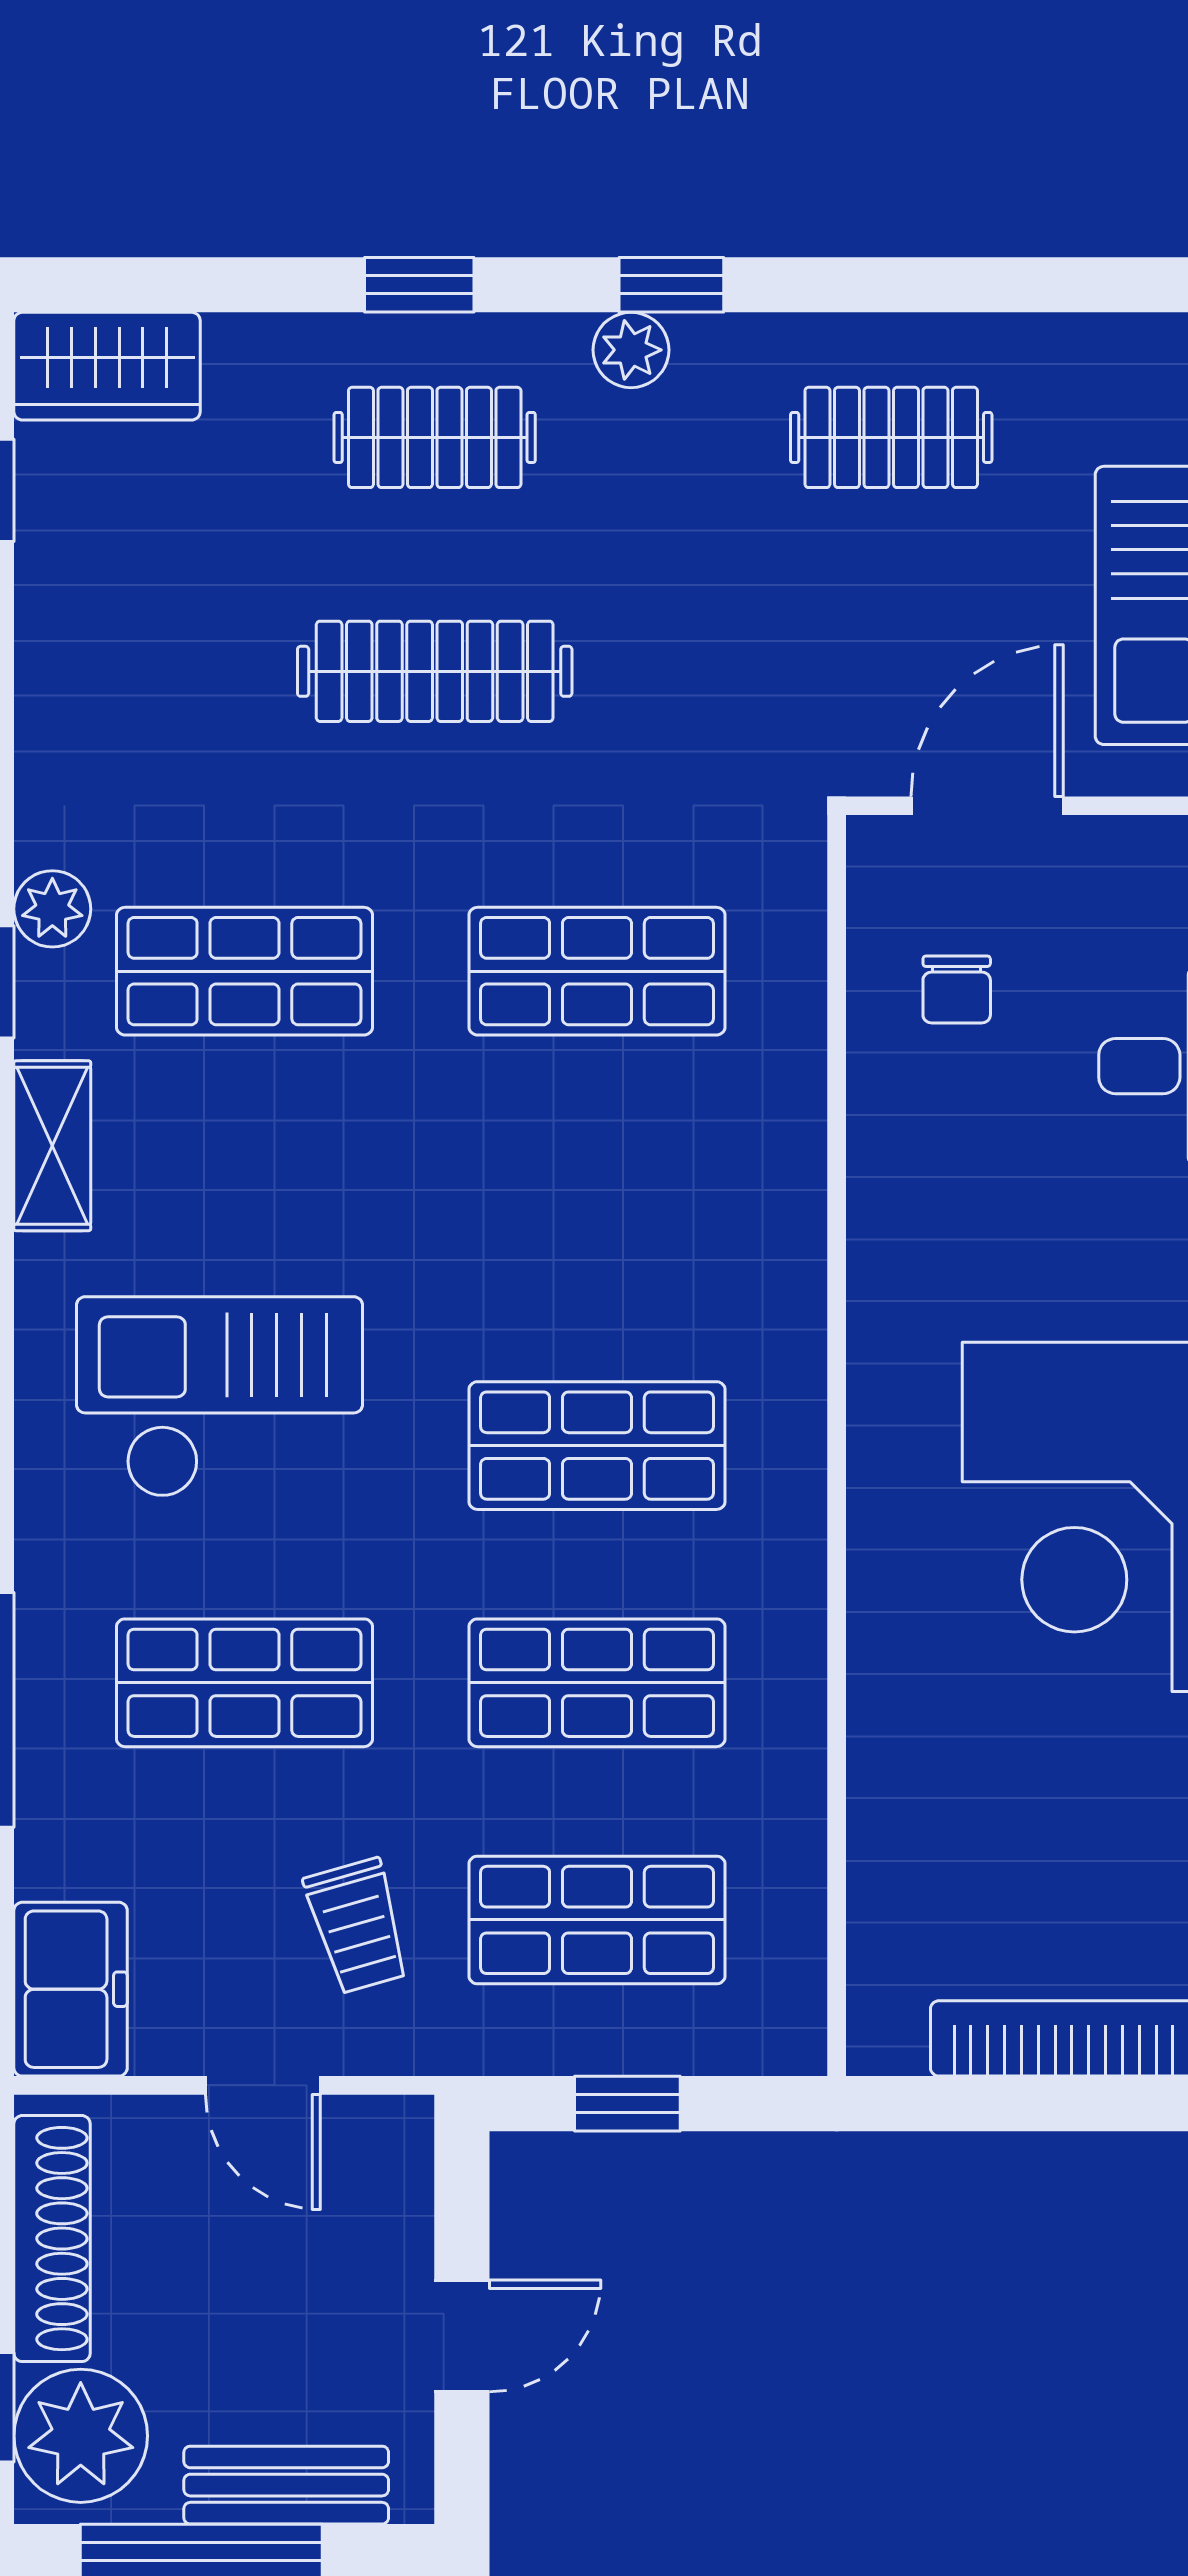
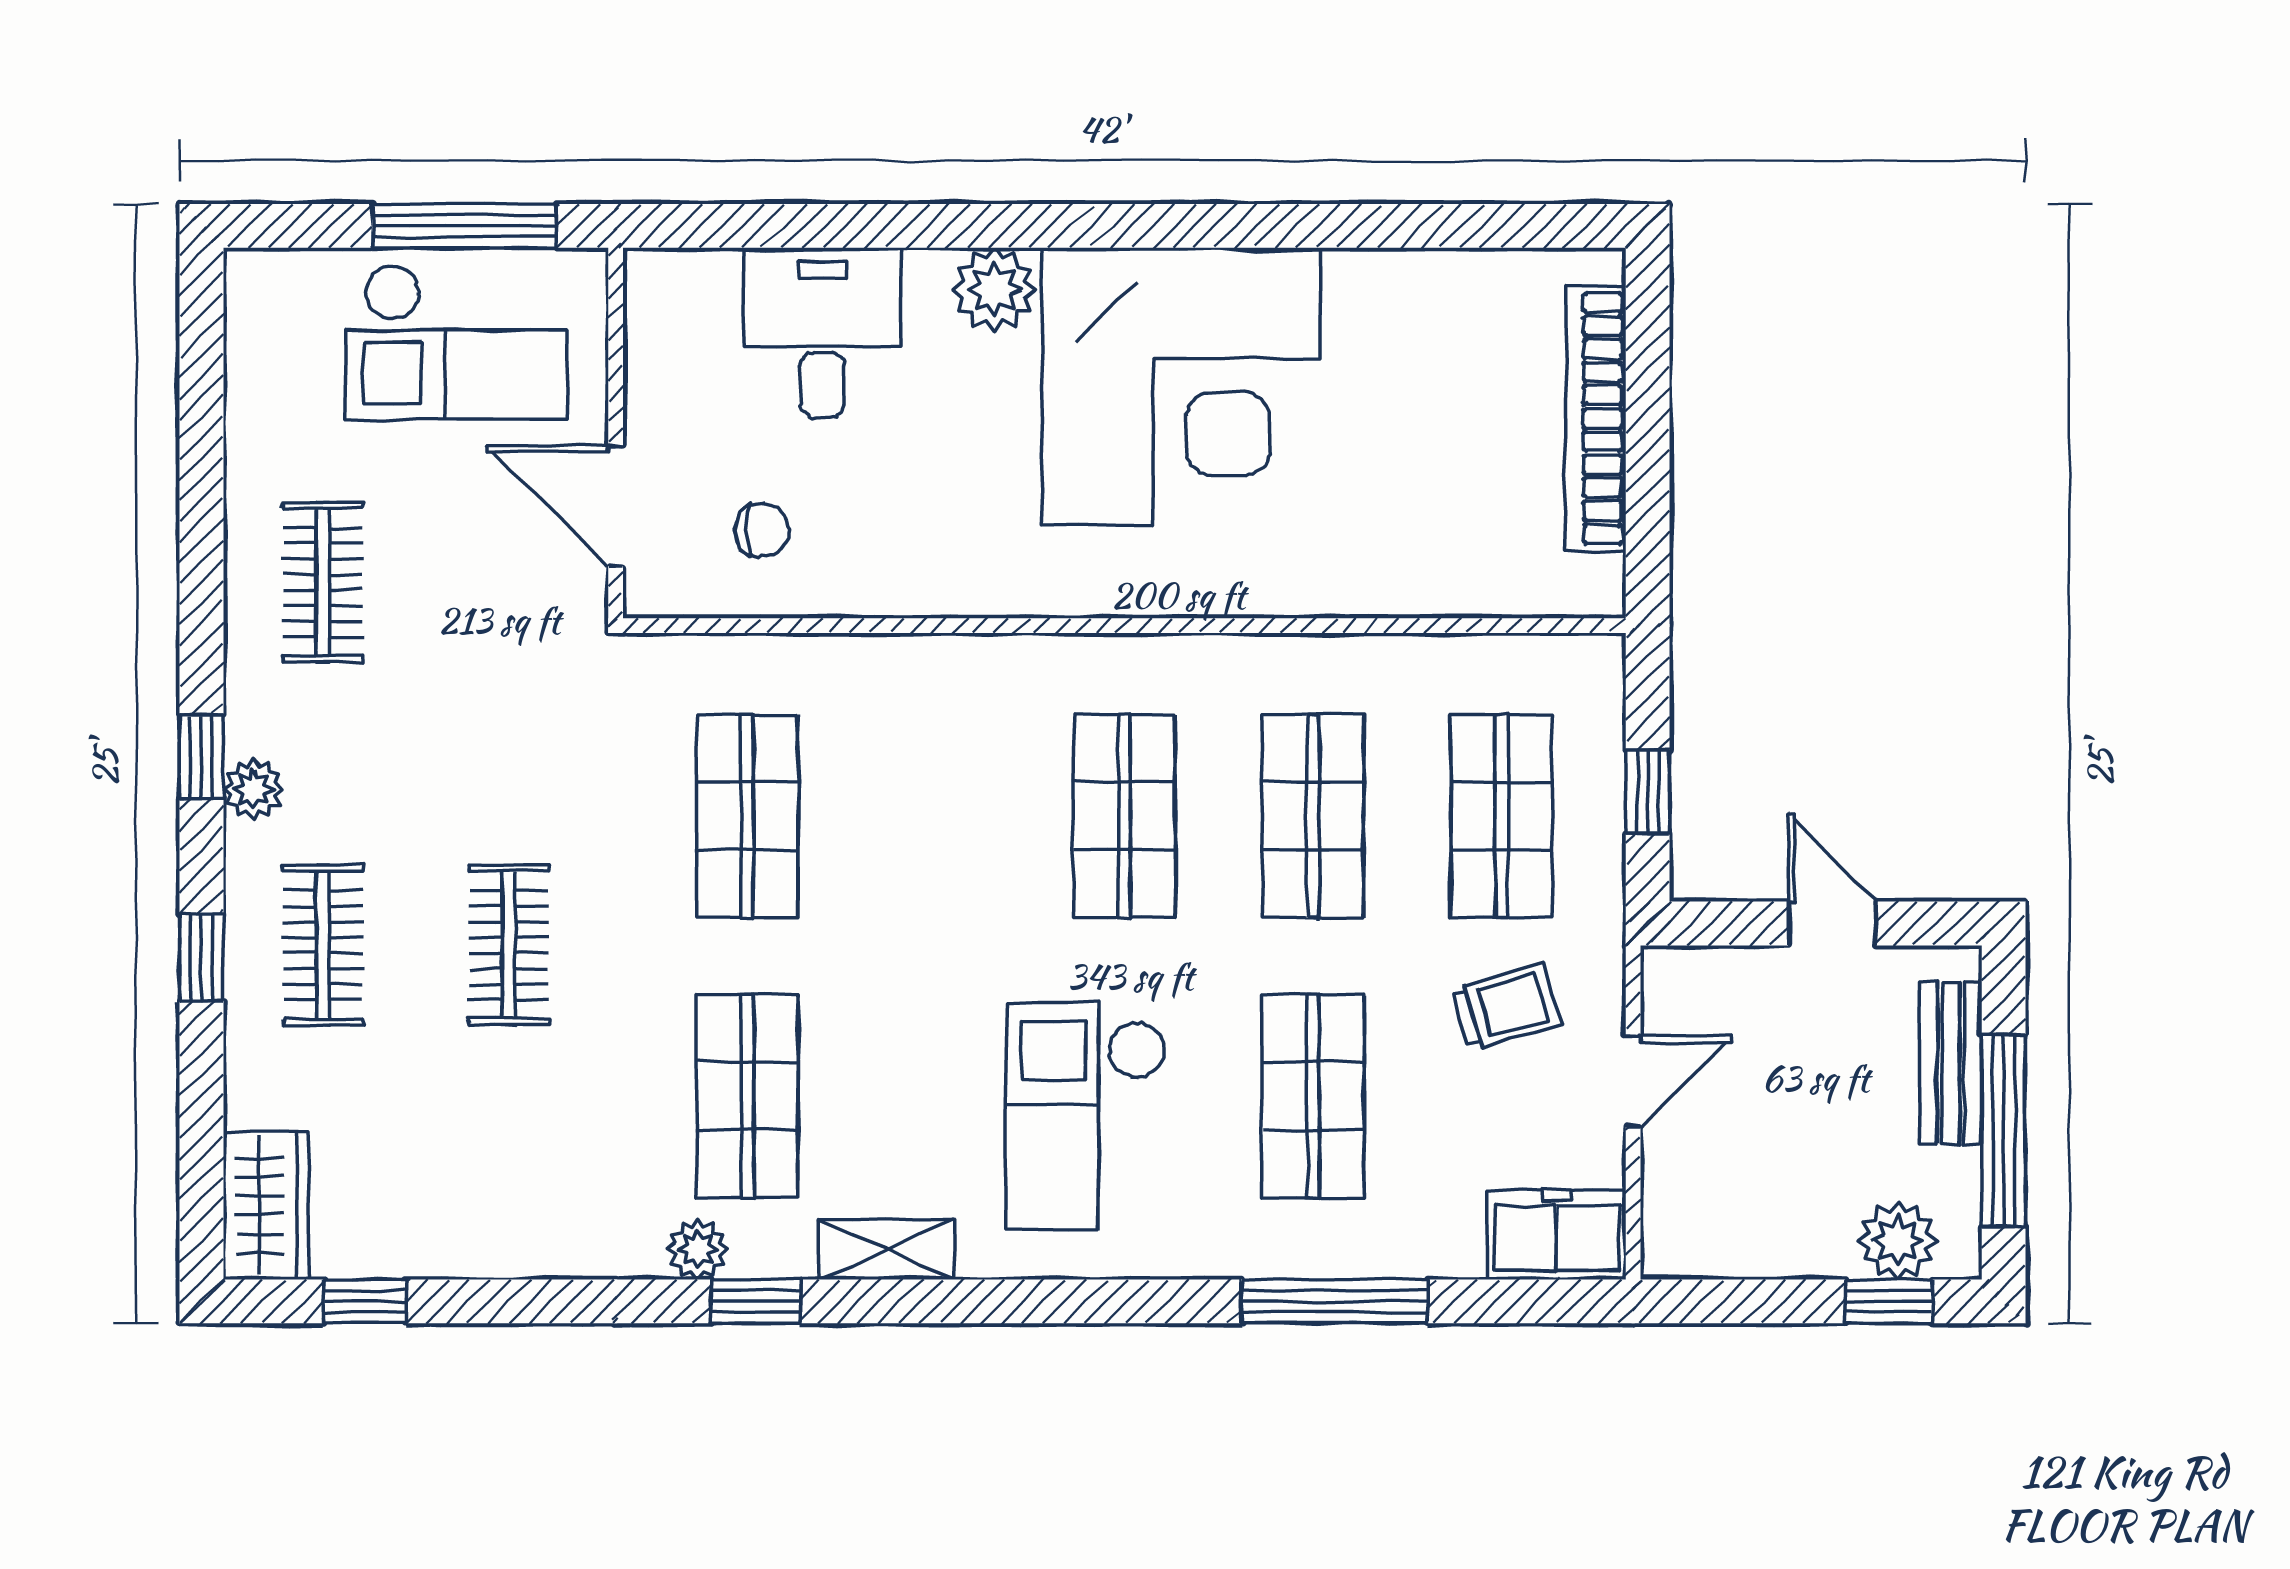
clothes rail: (435, 671) -> (509, 945), width x0.73
shoe rack: (52, 2239) -> (1755, 1249), removed
plant: (81, 2436) -> (1897, 1241), width x0.73, depth x0.73

